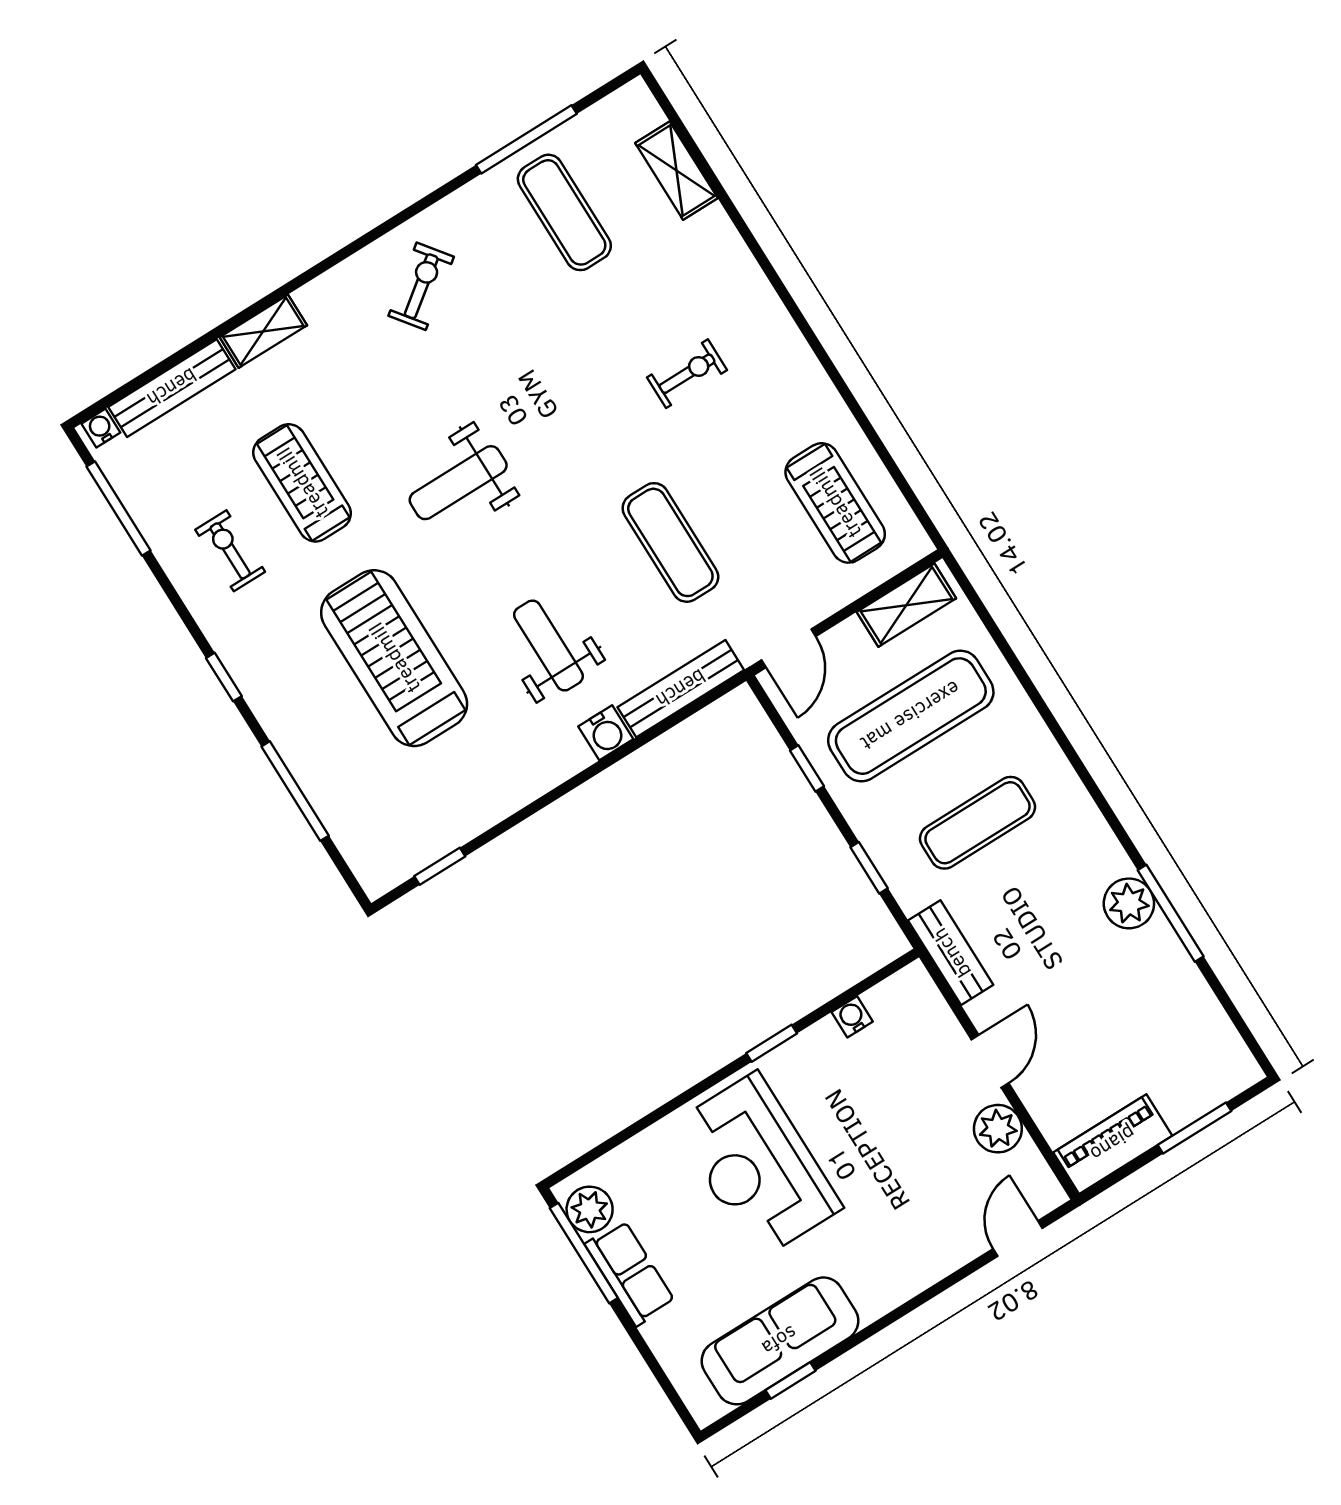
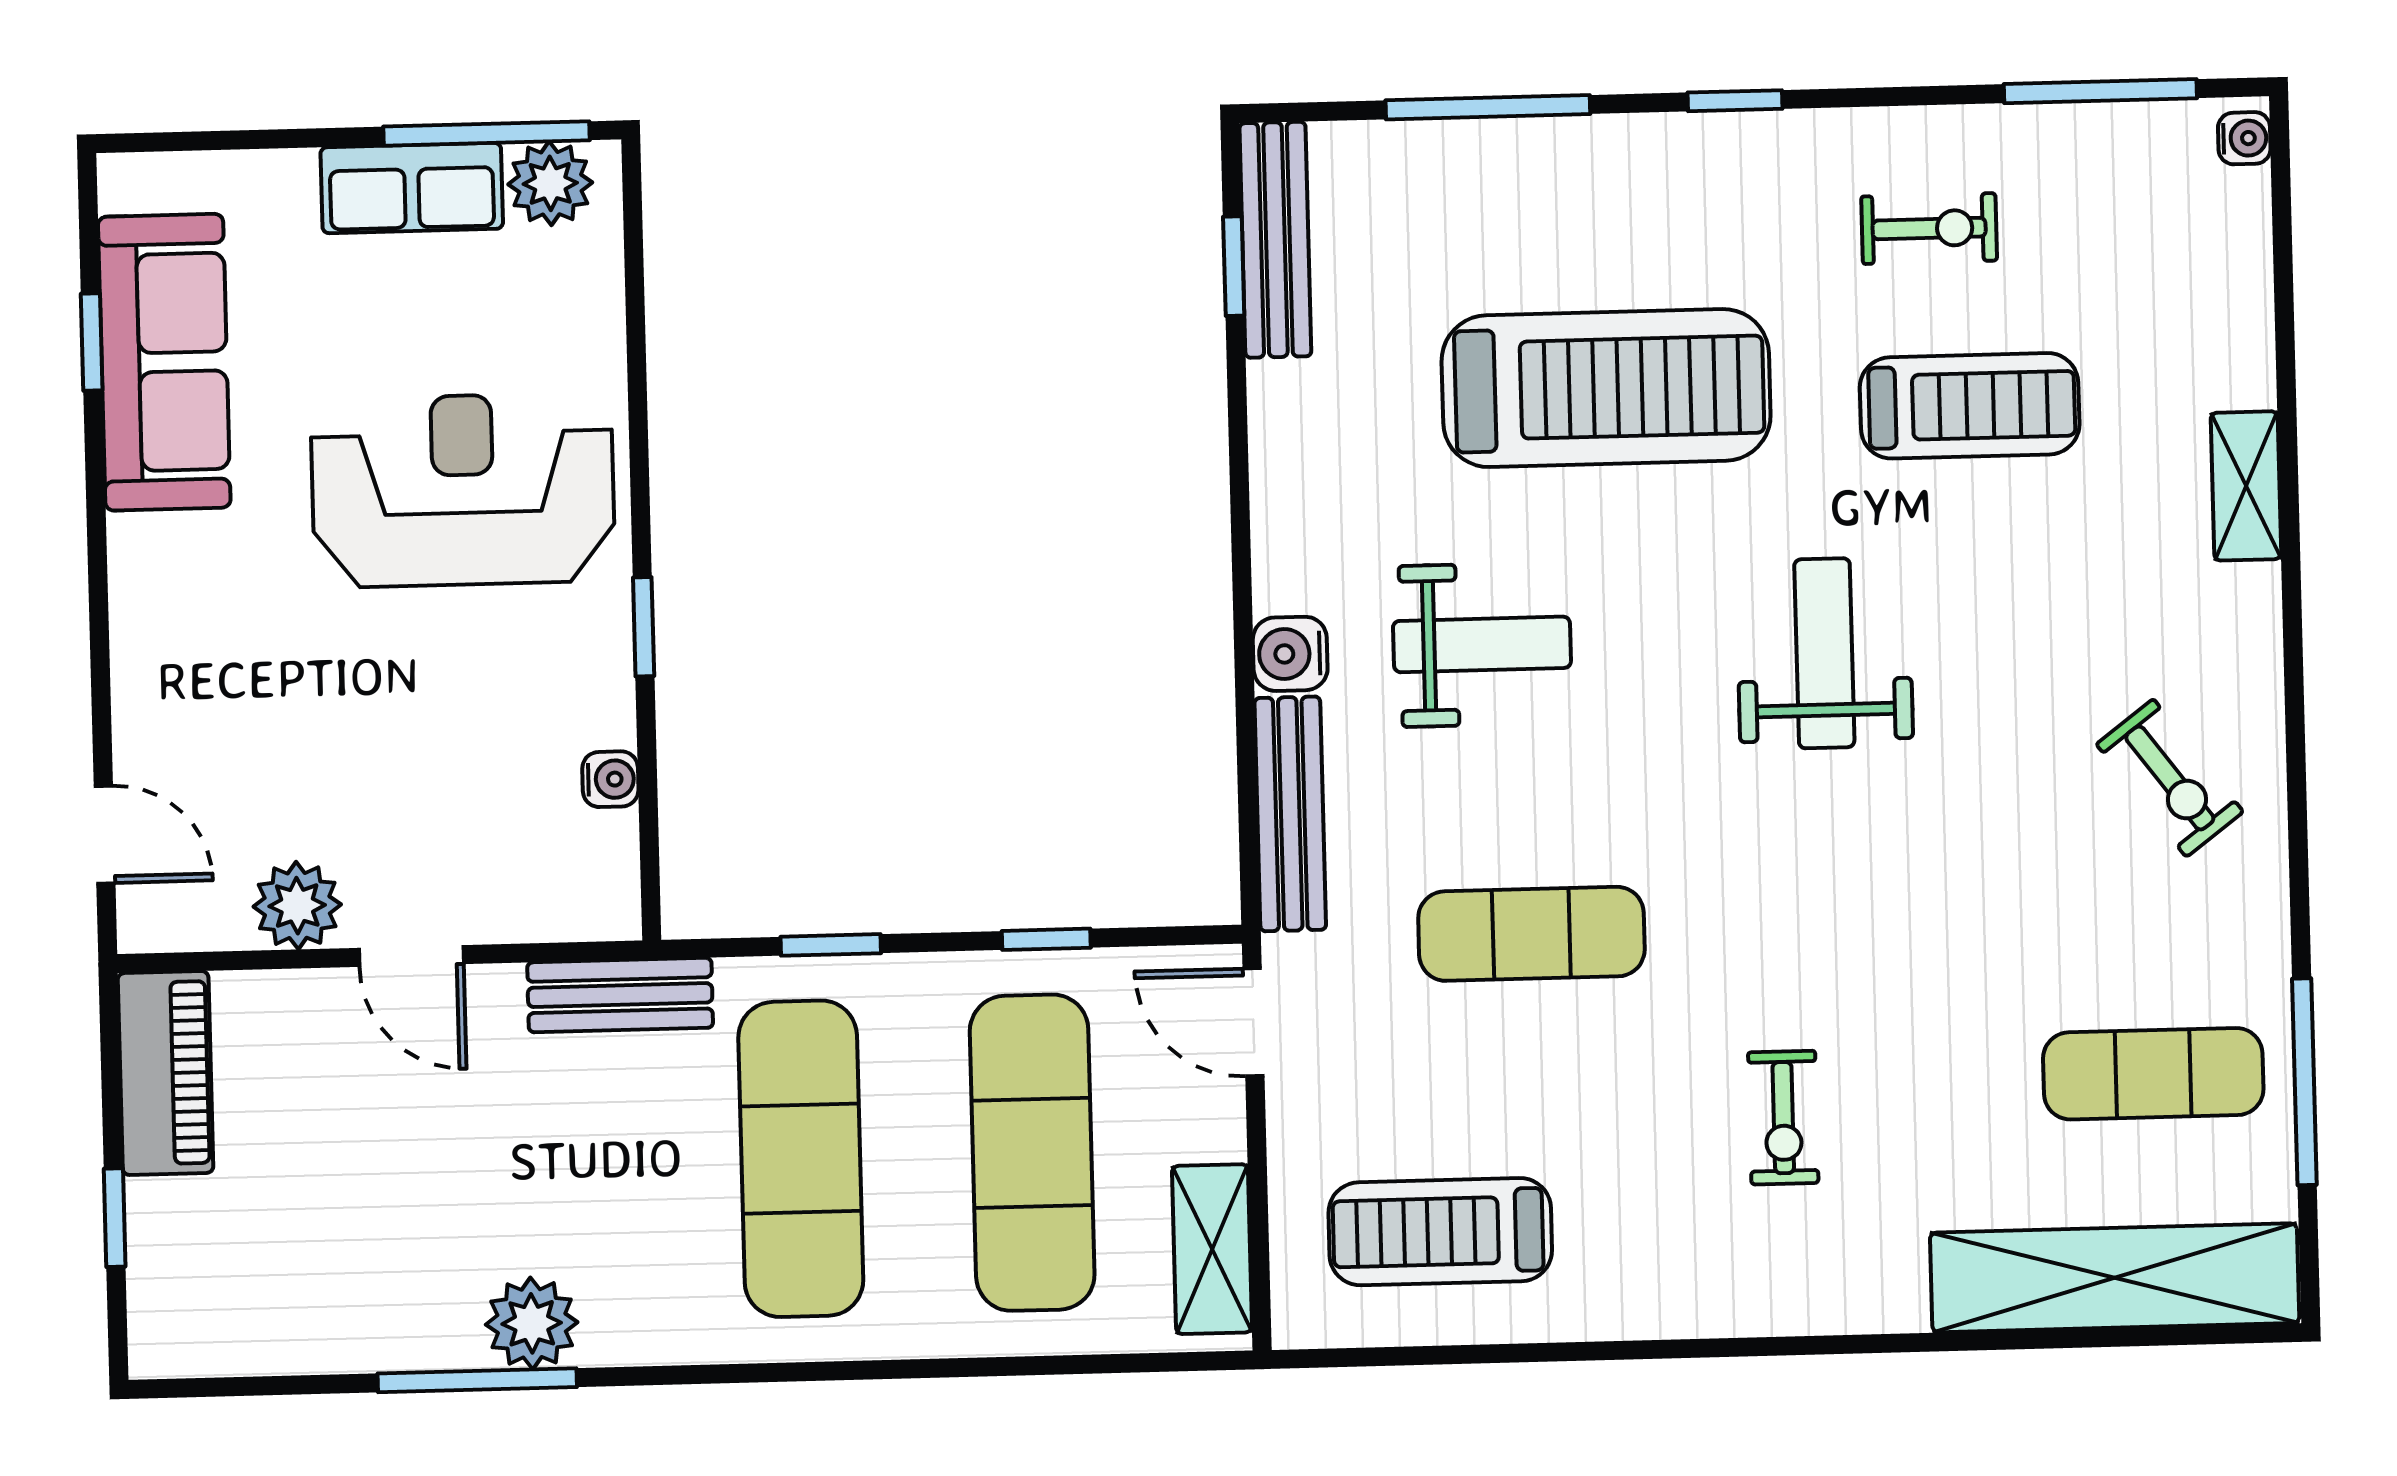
shelving: (676, 171) -> (2115, 1278), width x2.20, depth x1.33
bench: (172, 388) -> (1275, 240), moved
exercise mat: (978, 823) -> (801, 1159), width x1.36, depth x1.45
window: (1195, 1128) -> (115, 1218), width x0.67

